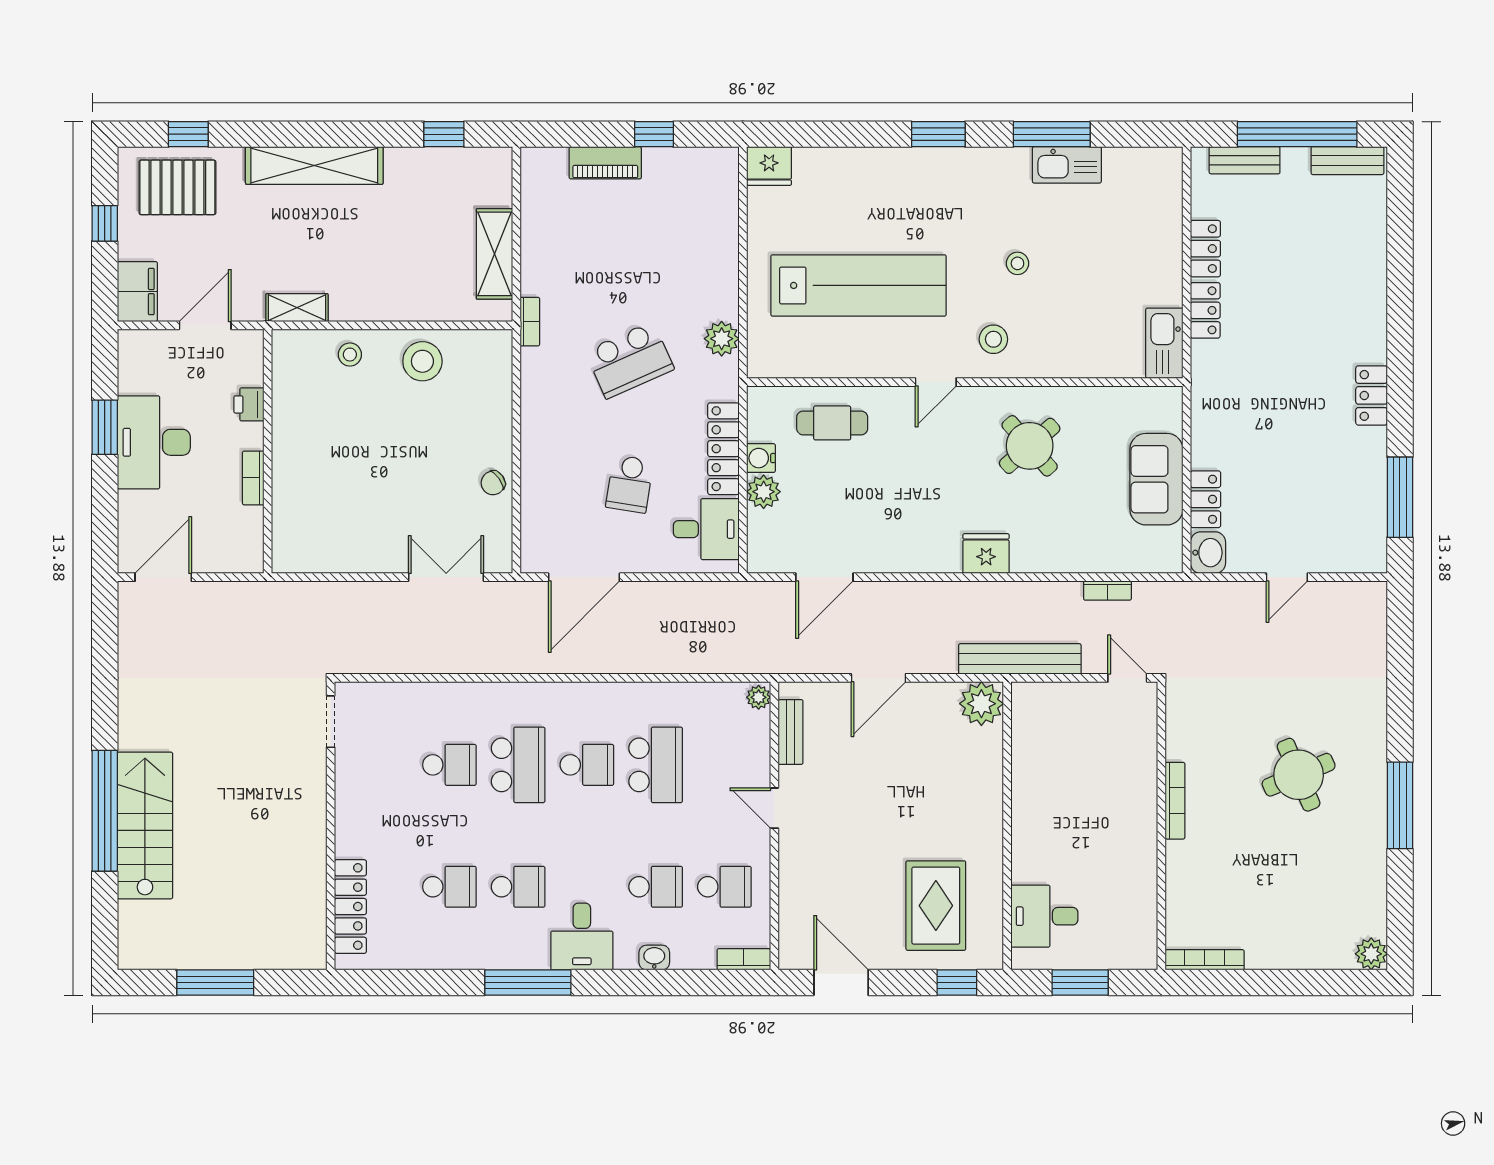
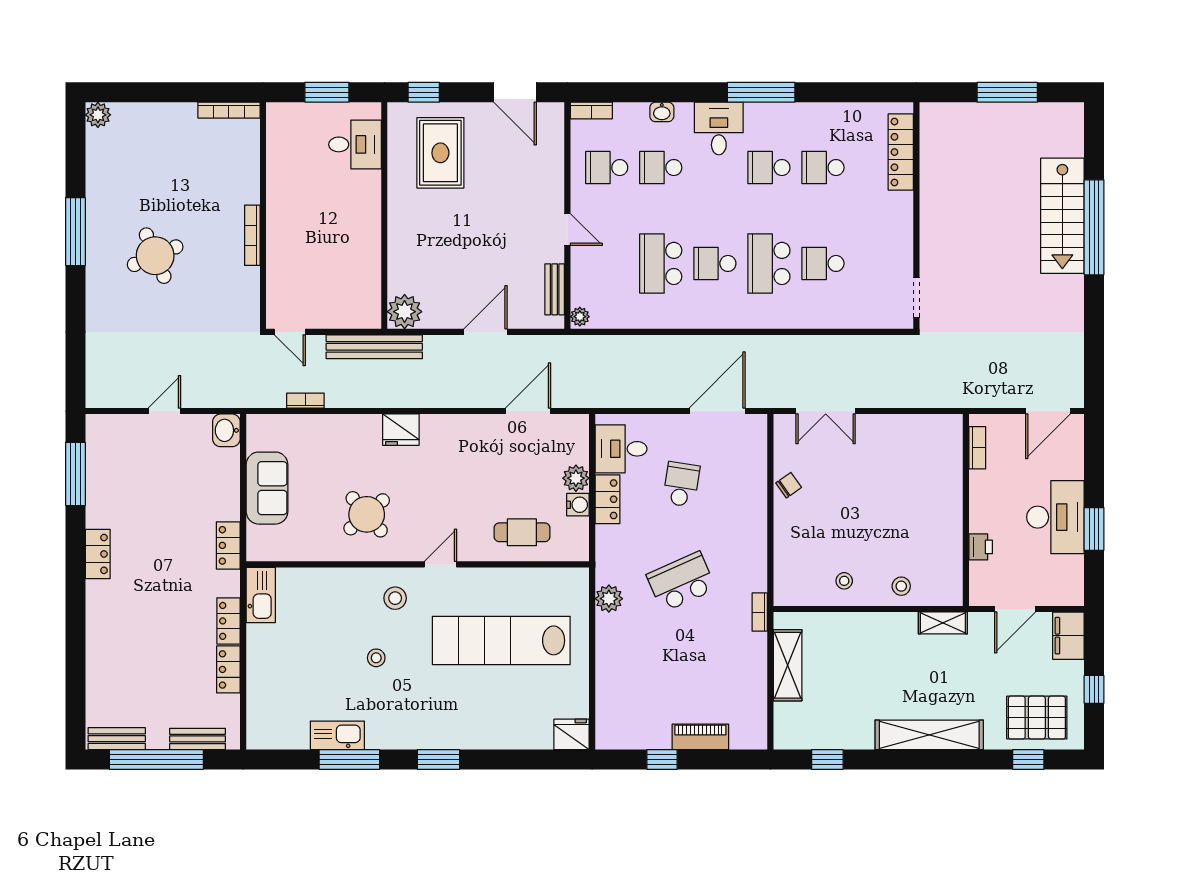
stool: (422, 361) -> (844, 581), width x0.53, depth x0.53
locker: (723, 449) -> (607, 499), width x0.66
bookcase: (253, 478) -> (977, 448), moved
locker: (1206, 499) -> (228, 545), moved

